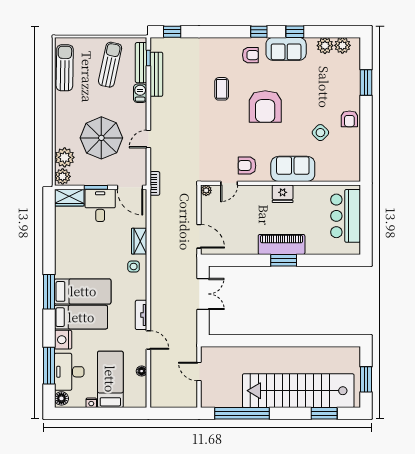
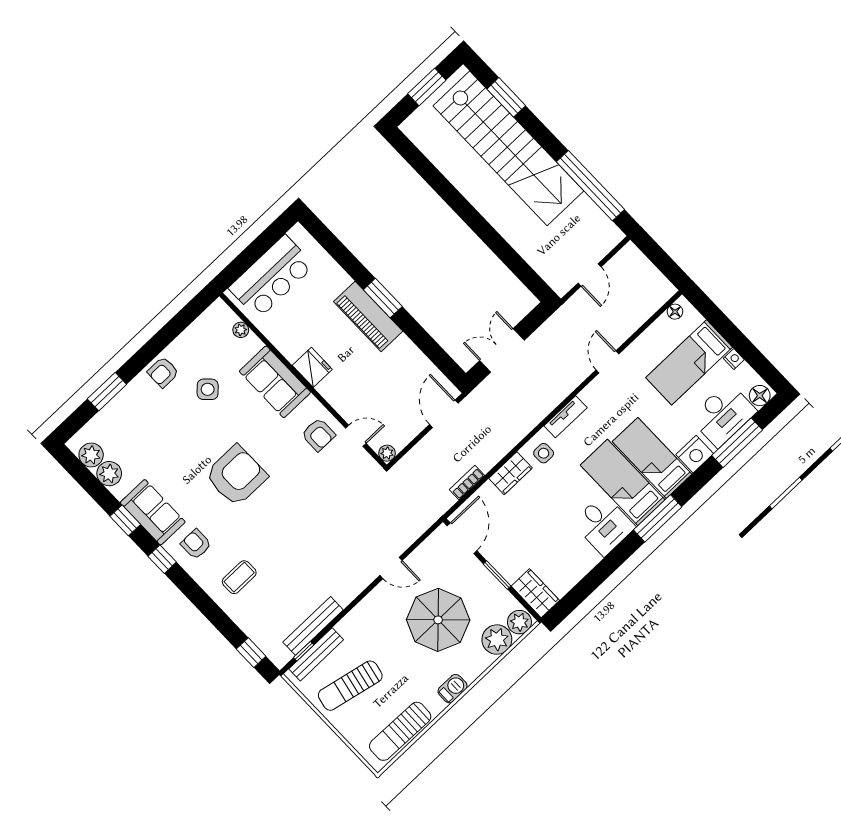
coffee table: (222, 89) -> (239, 577), moved
barbecue: (140, 93) -> (453, 689), moved, turned 180
armchair: (349, 119) -> (163, 372), turned 180
plant: (334, 176) -> (241, 330), added
bookcase: (155, 183) -> (467, 482), moved
desk: (100, 205) -> (604, 525), moved, turned -90
tv unit: (141, 315) -> (566, 417), moved
floor lamp: (142, 371) -> (675, 312), moved

